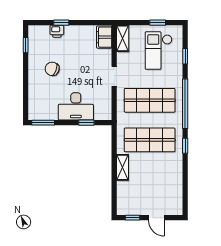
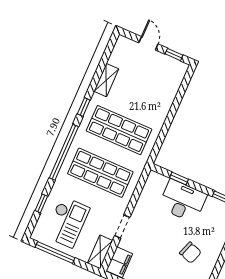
window: (158, 23) -> (55, 253), width x2.17
doorway: (114, 76) -> (122, 227), moved
shelving: (123, 167) -> (106, 80), moved

